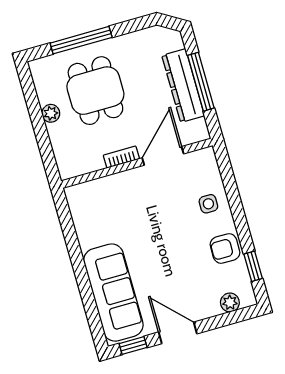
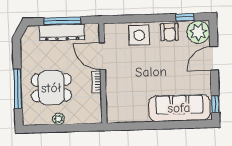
side table: (208, 204) -> (139, 35), width x1.87, depth x1.87
plant: (230, 302) -> (198, 32), width x1.88, depth x1.88
door: (178, 333) -> (214, 58), moved

